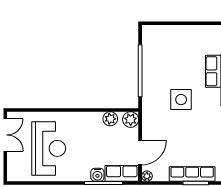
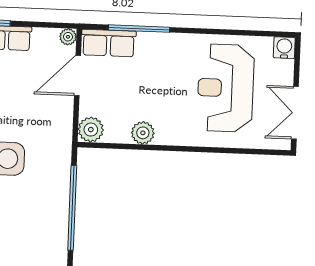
plant: (110, 119) -> (143, 133), moved
water cooler: (97, 175) -> (284, 48), moved

